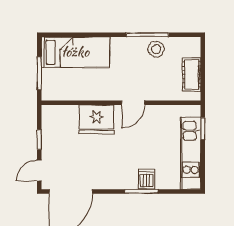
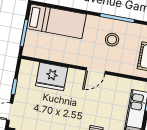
stool: (156, 49) -> (112, 40), moved
fridge: (97, 119) -> (52, 77), moved

